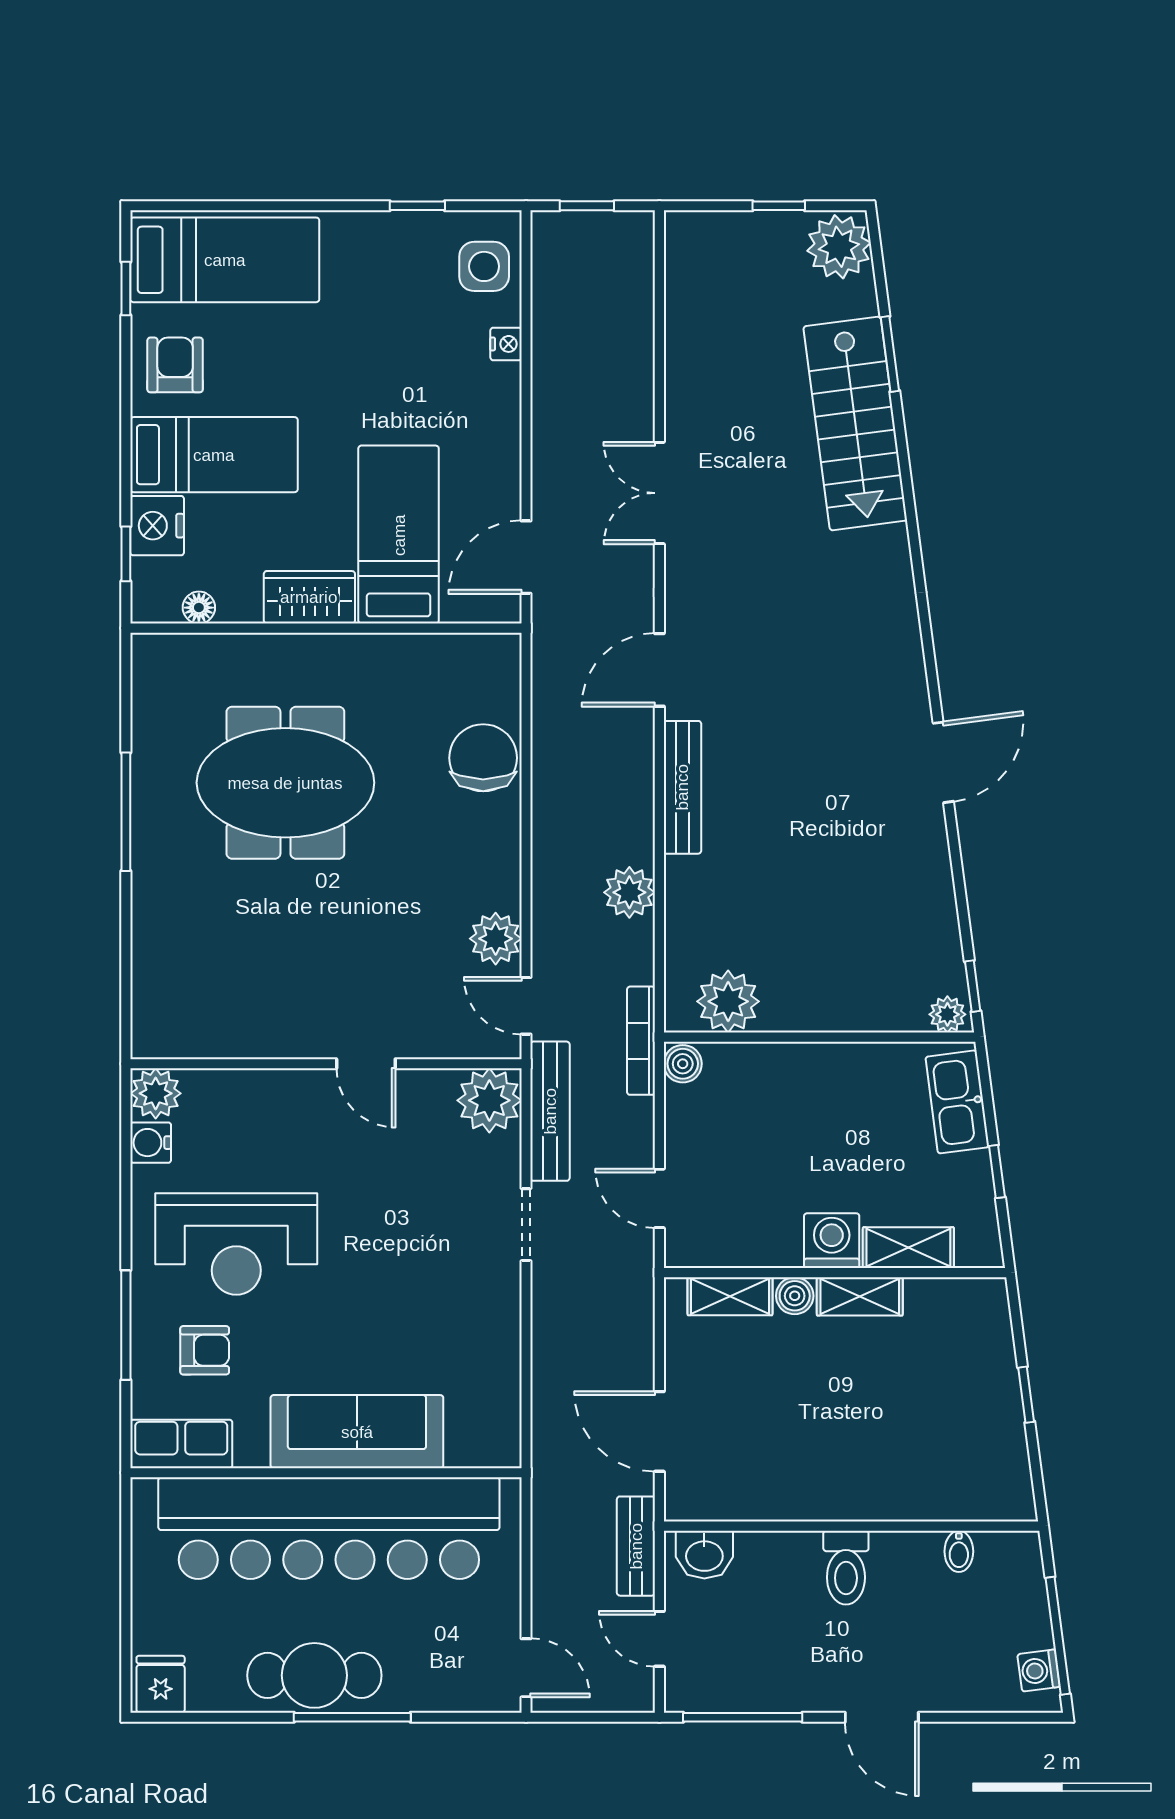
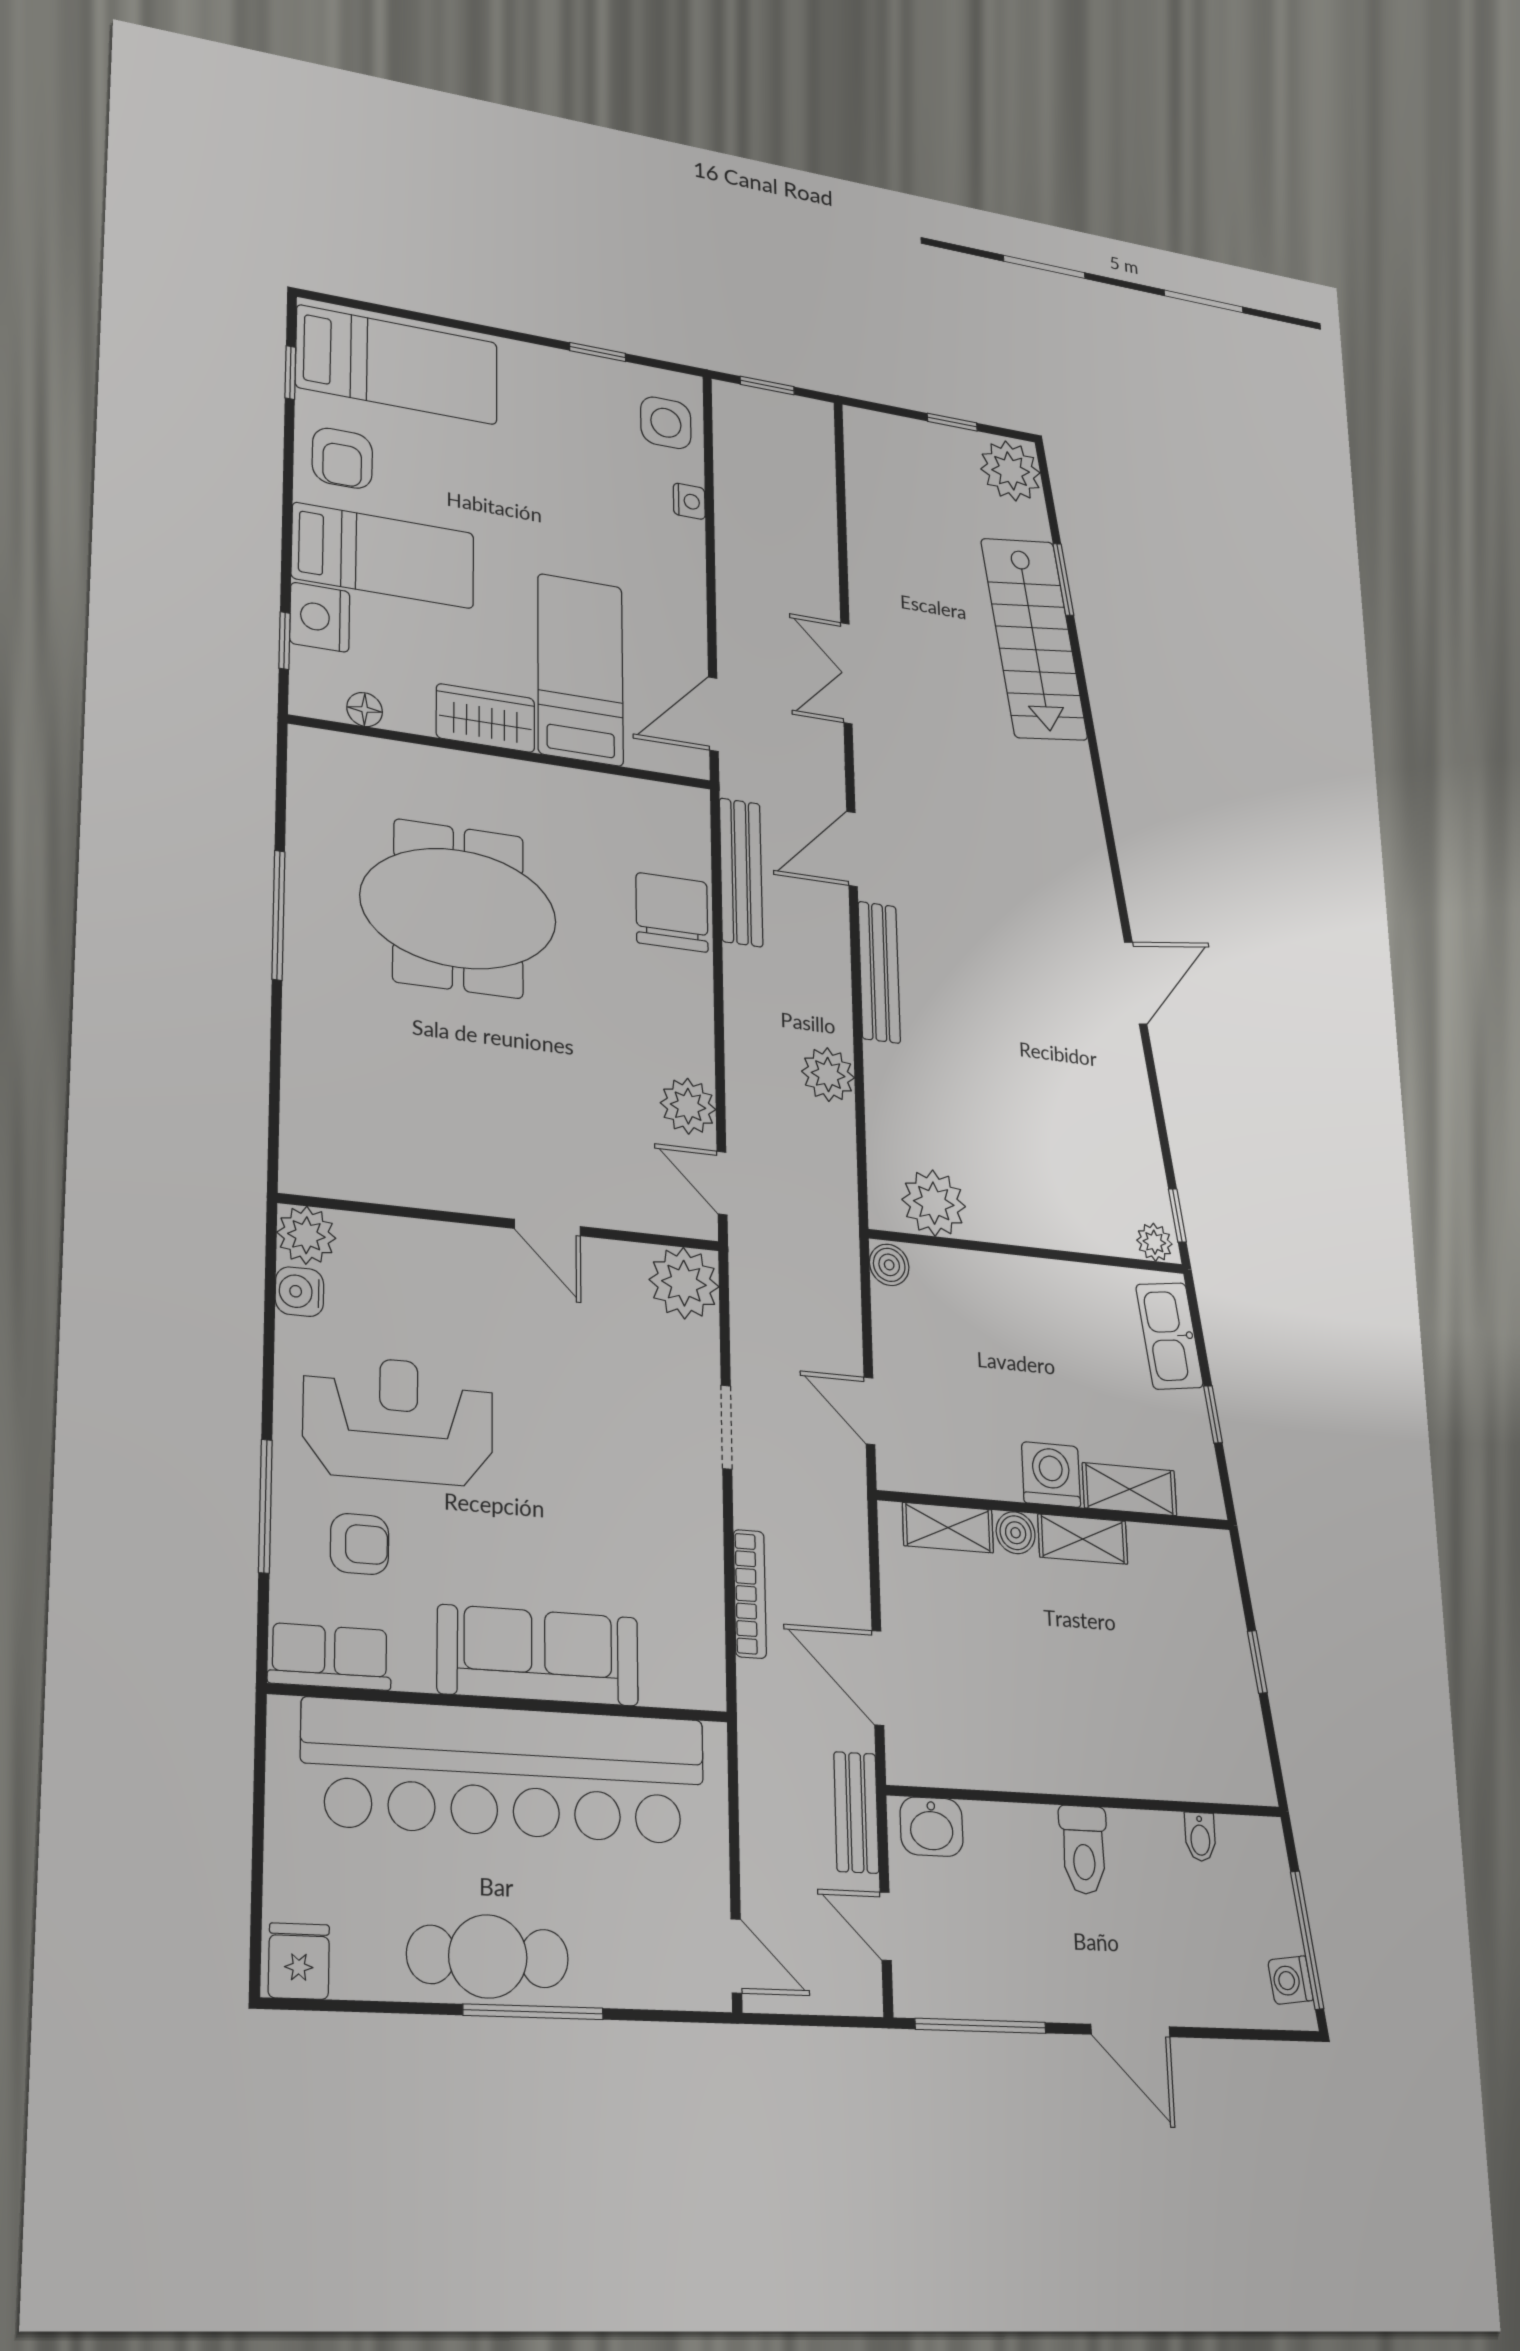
armchair: (175, 365) -> (342, 458), turned 180
bookcase: (641, 1041) -> (750, 1594), moved, turned 180
bench: (550, 1111) -> (741, 872), moved
reception desk: (236, 1244) -> (398, 1420), turned 180

